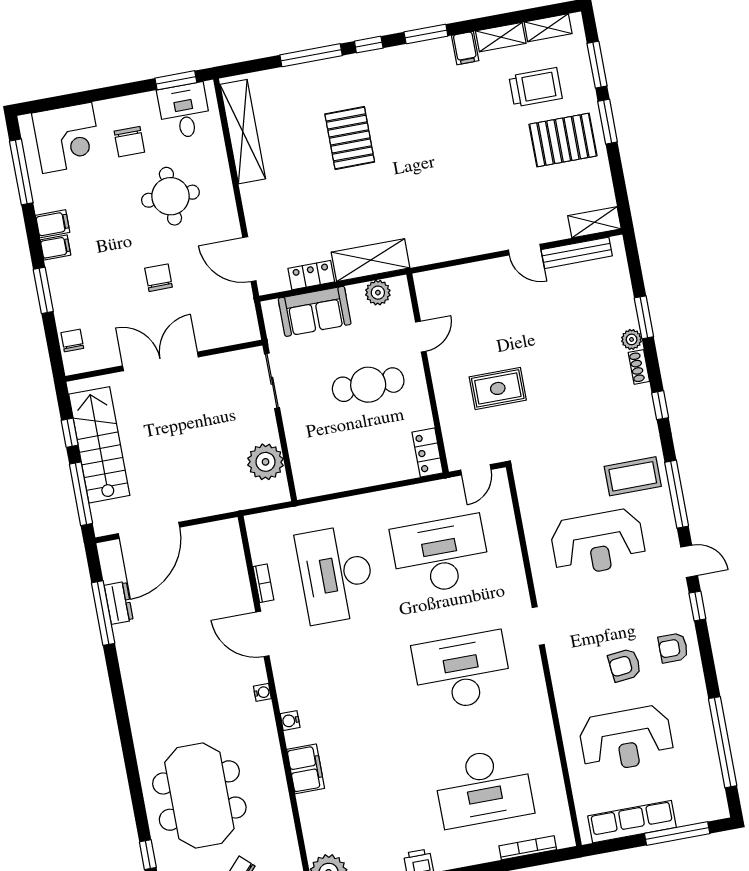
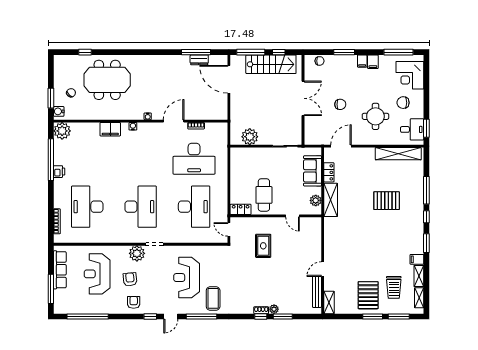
cafe table: (368, 385) -> (264, 195), moved
window: (660, 405) -> (261, 316), moved
desk: (336, 574) -> (194, 159), turned 180
plant: (565, 661) -> (137, 253), added

